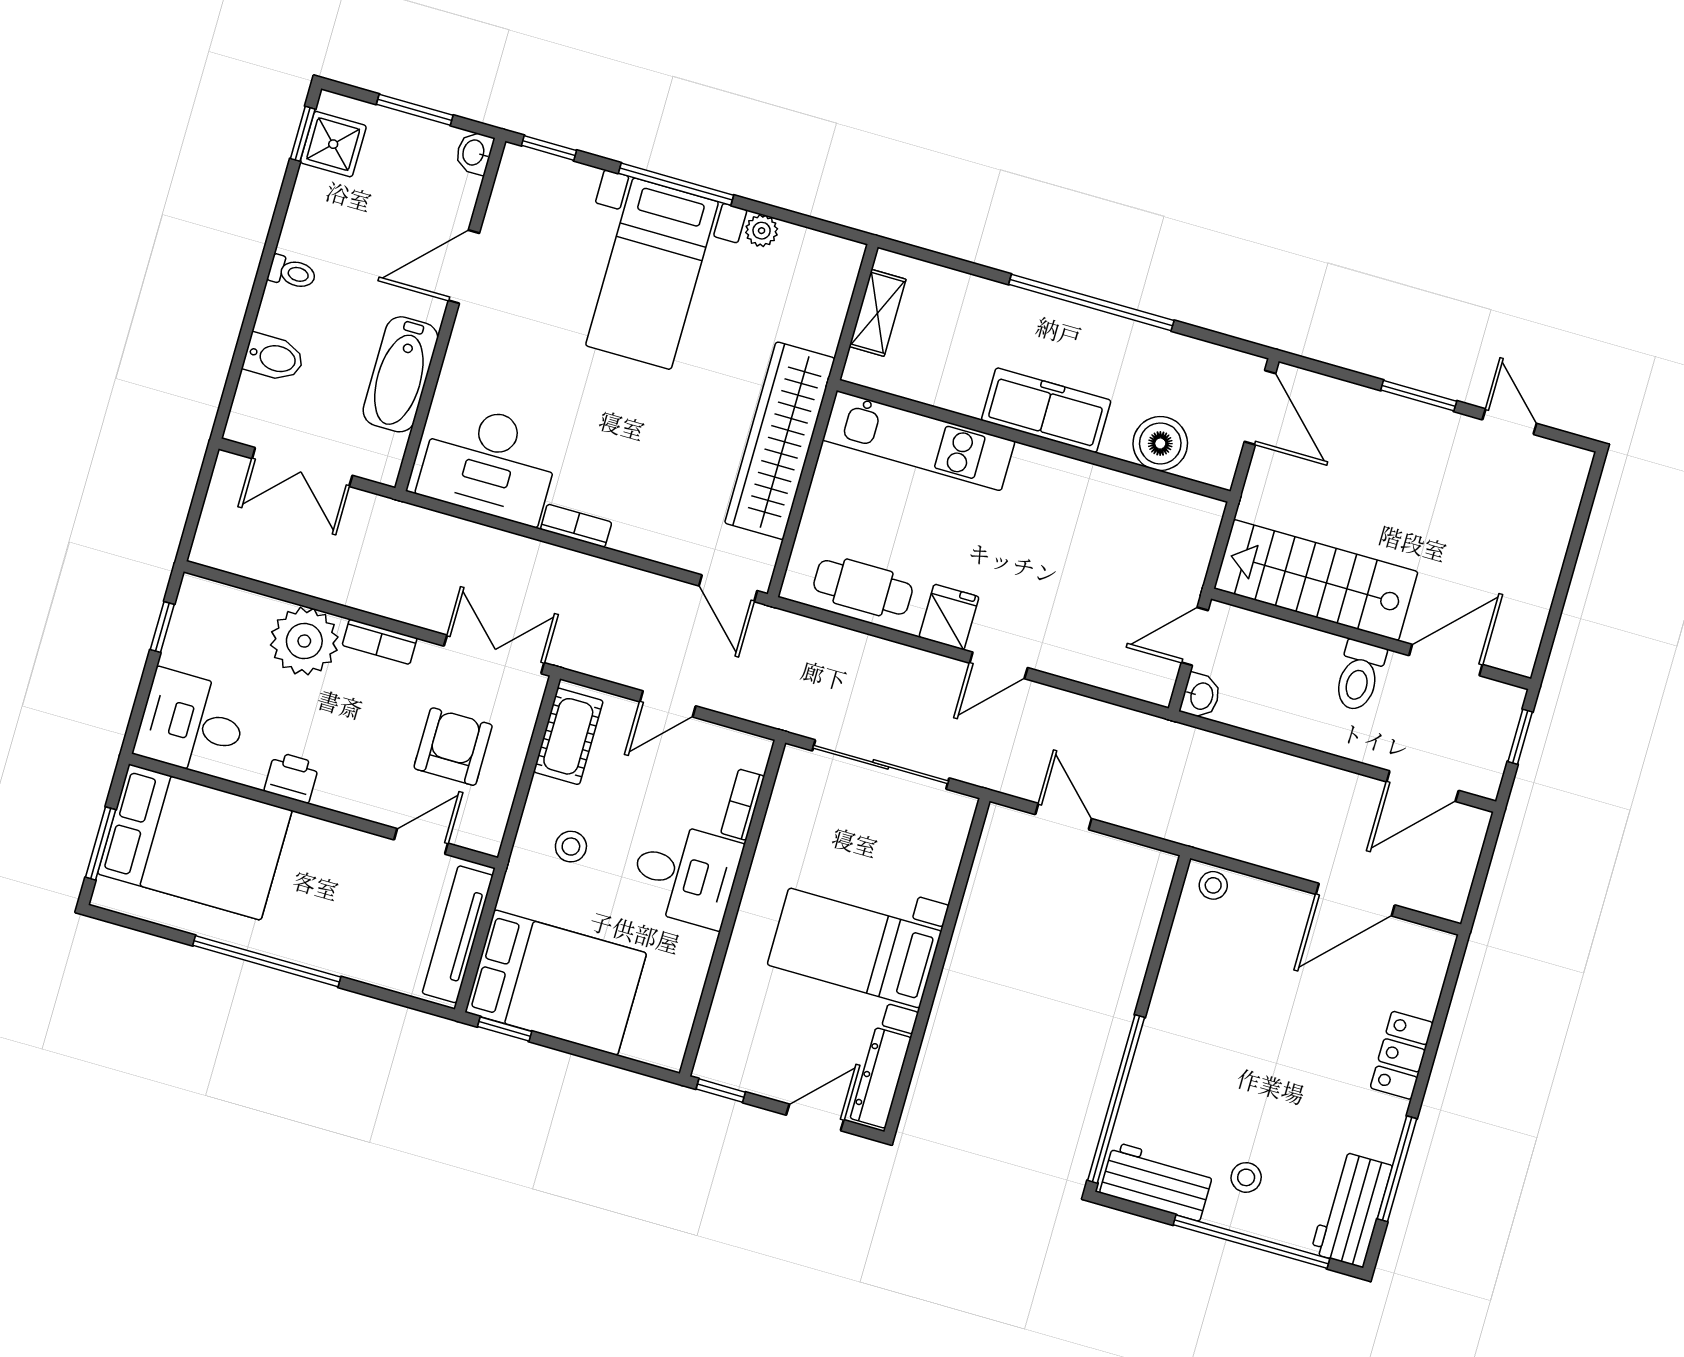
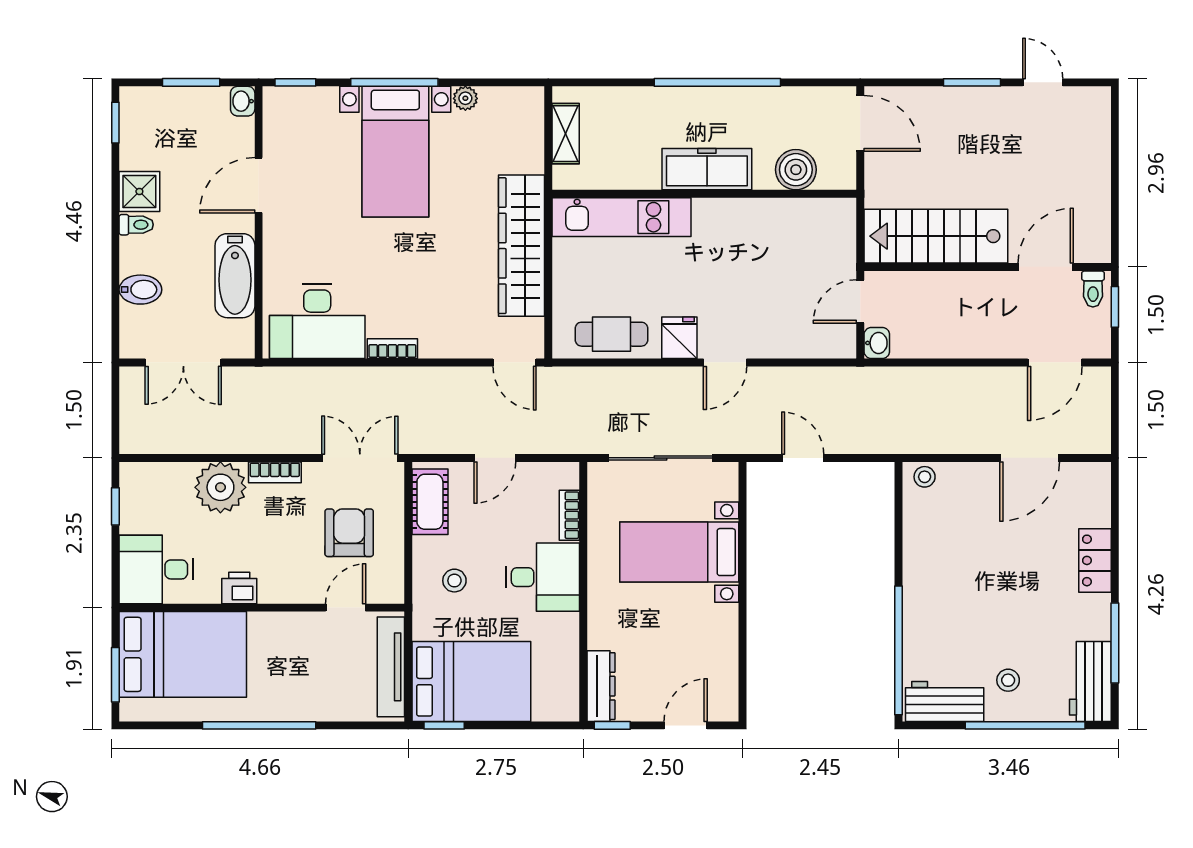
shower: (333, 144) -> (139, 191), moved
toilet: (1359, 676) -> (1093, 289), moved, width x0.73, depth x0.72
bed with nightstands: (854, 948) -> (679, 552), moved
dresser: (881, 1078) -> (601, 686), moved, turned 180

